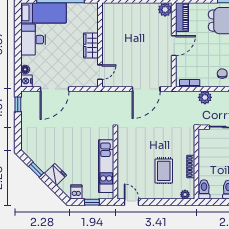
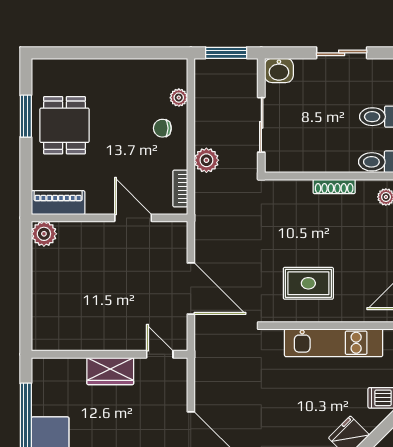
door: (174, 46) -> (133, 218), moved
door: (146, 89) -> (191, 288), moved
rug: (164, 171) -> (308, 283), moved

